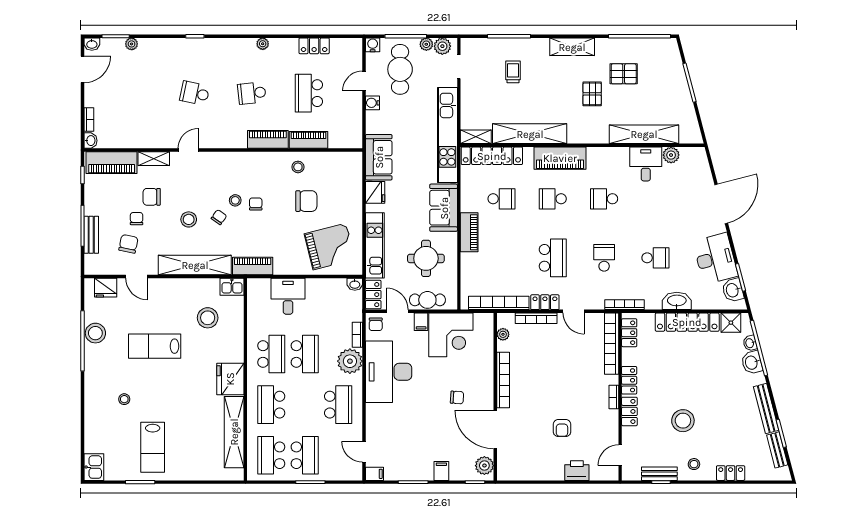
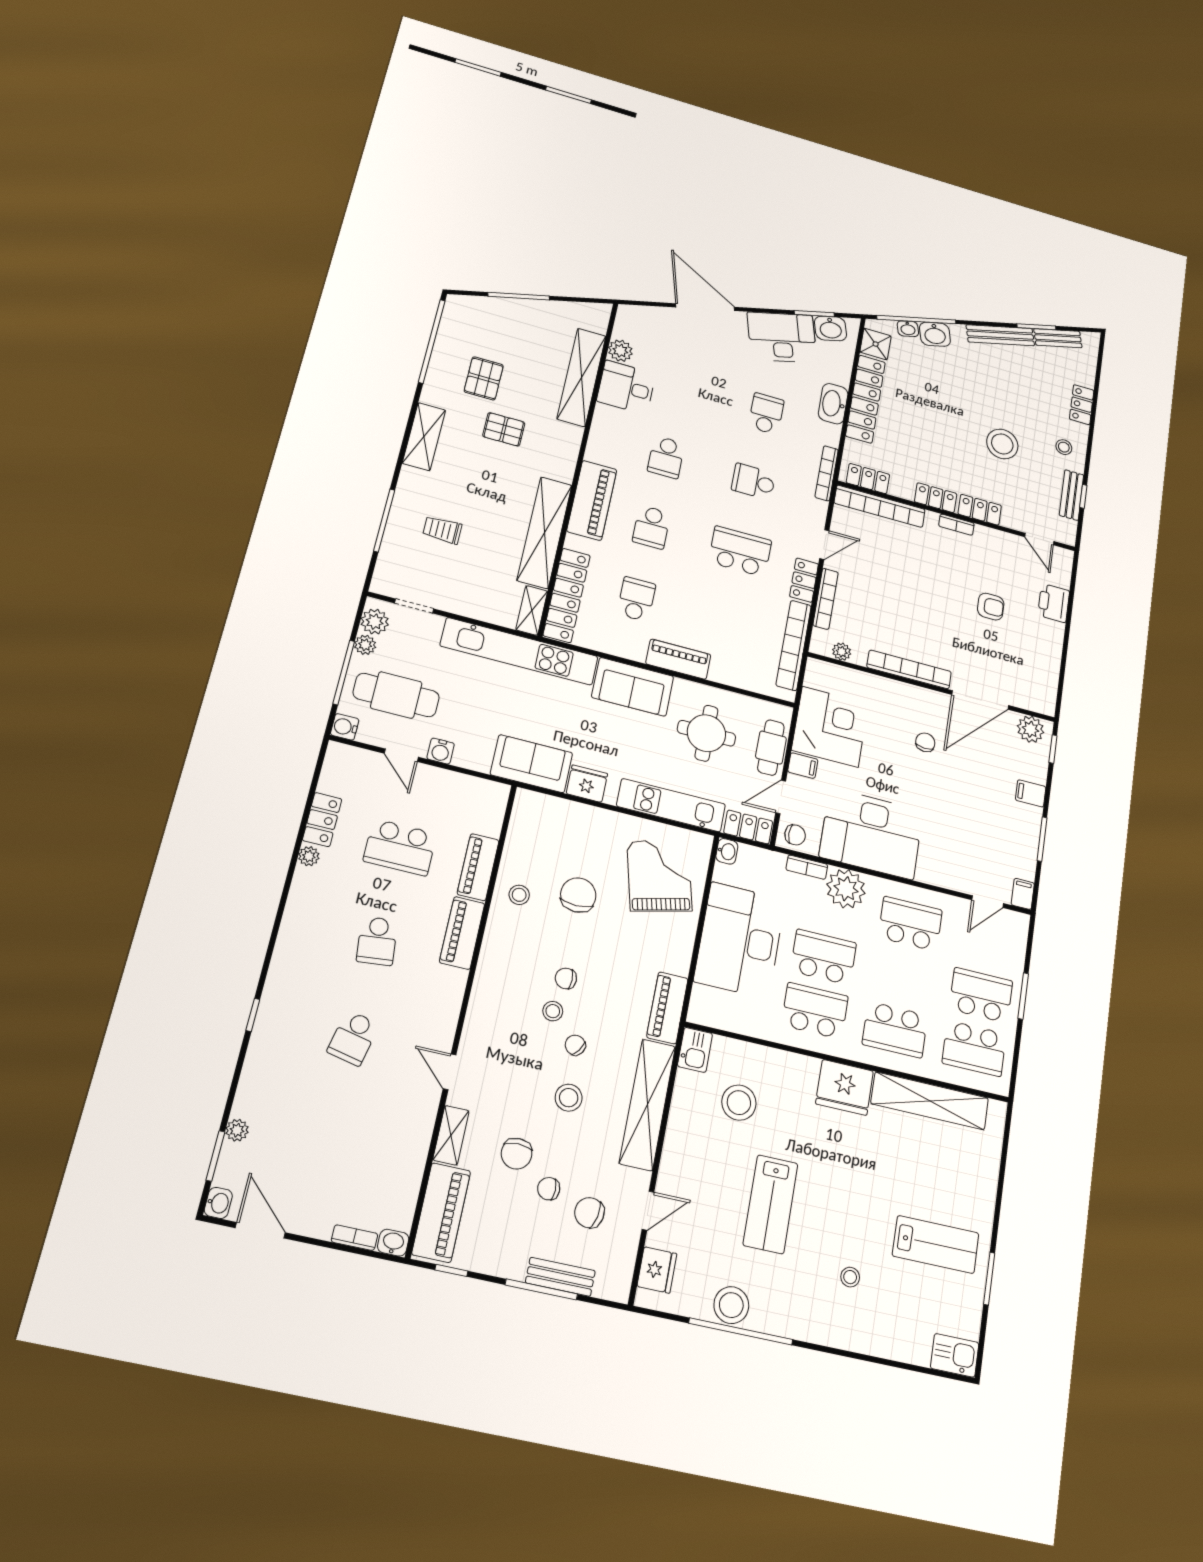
plant: (263, 44) -> (309, 856), moved
desk: (288, 296) -> (740, 940), width x1.87, depth x1.30

